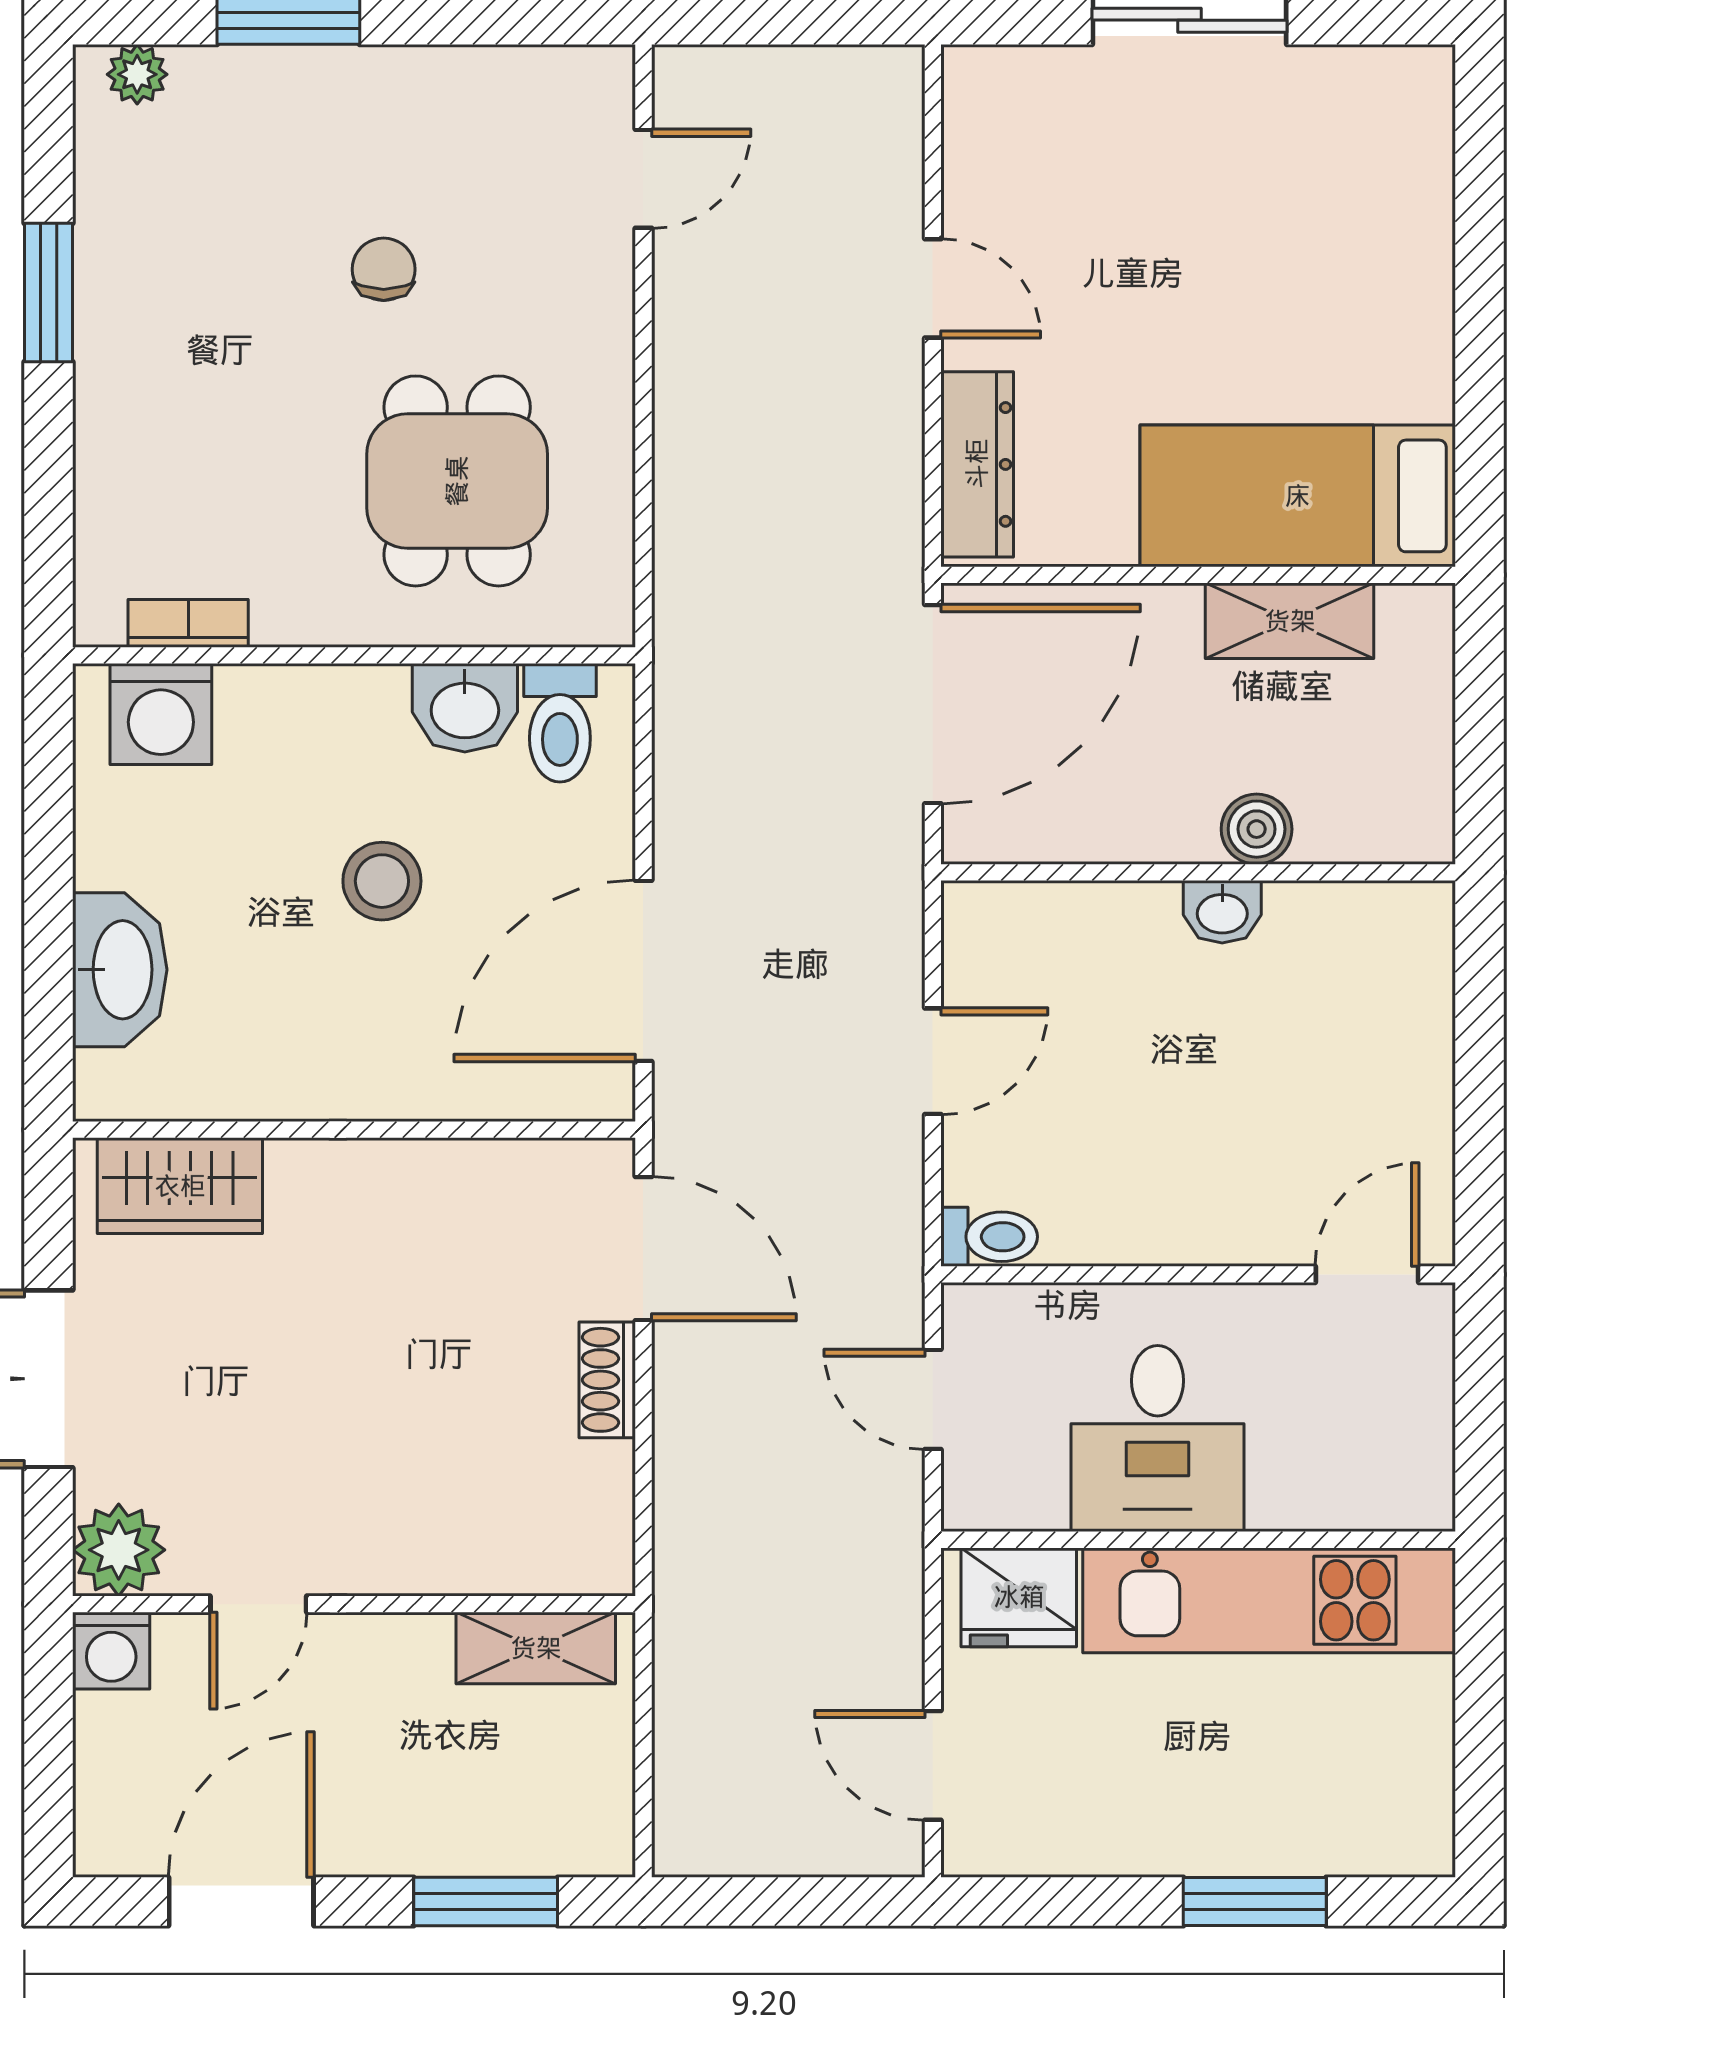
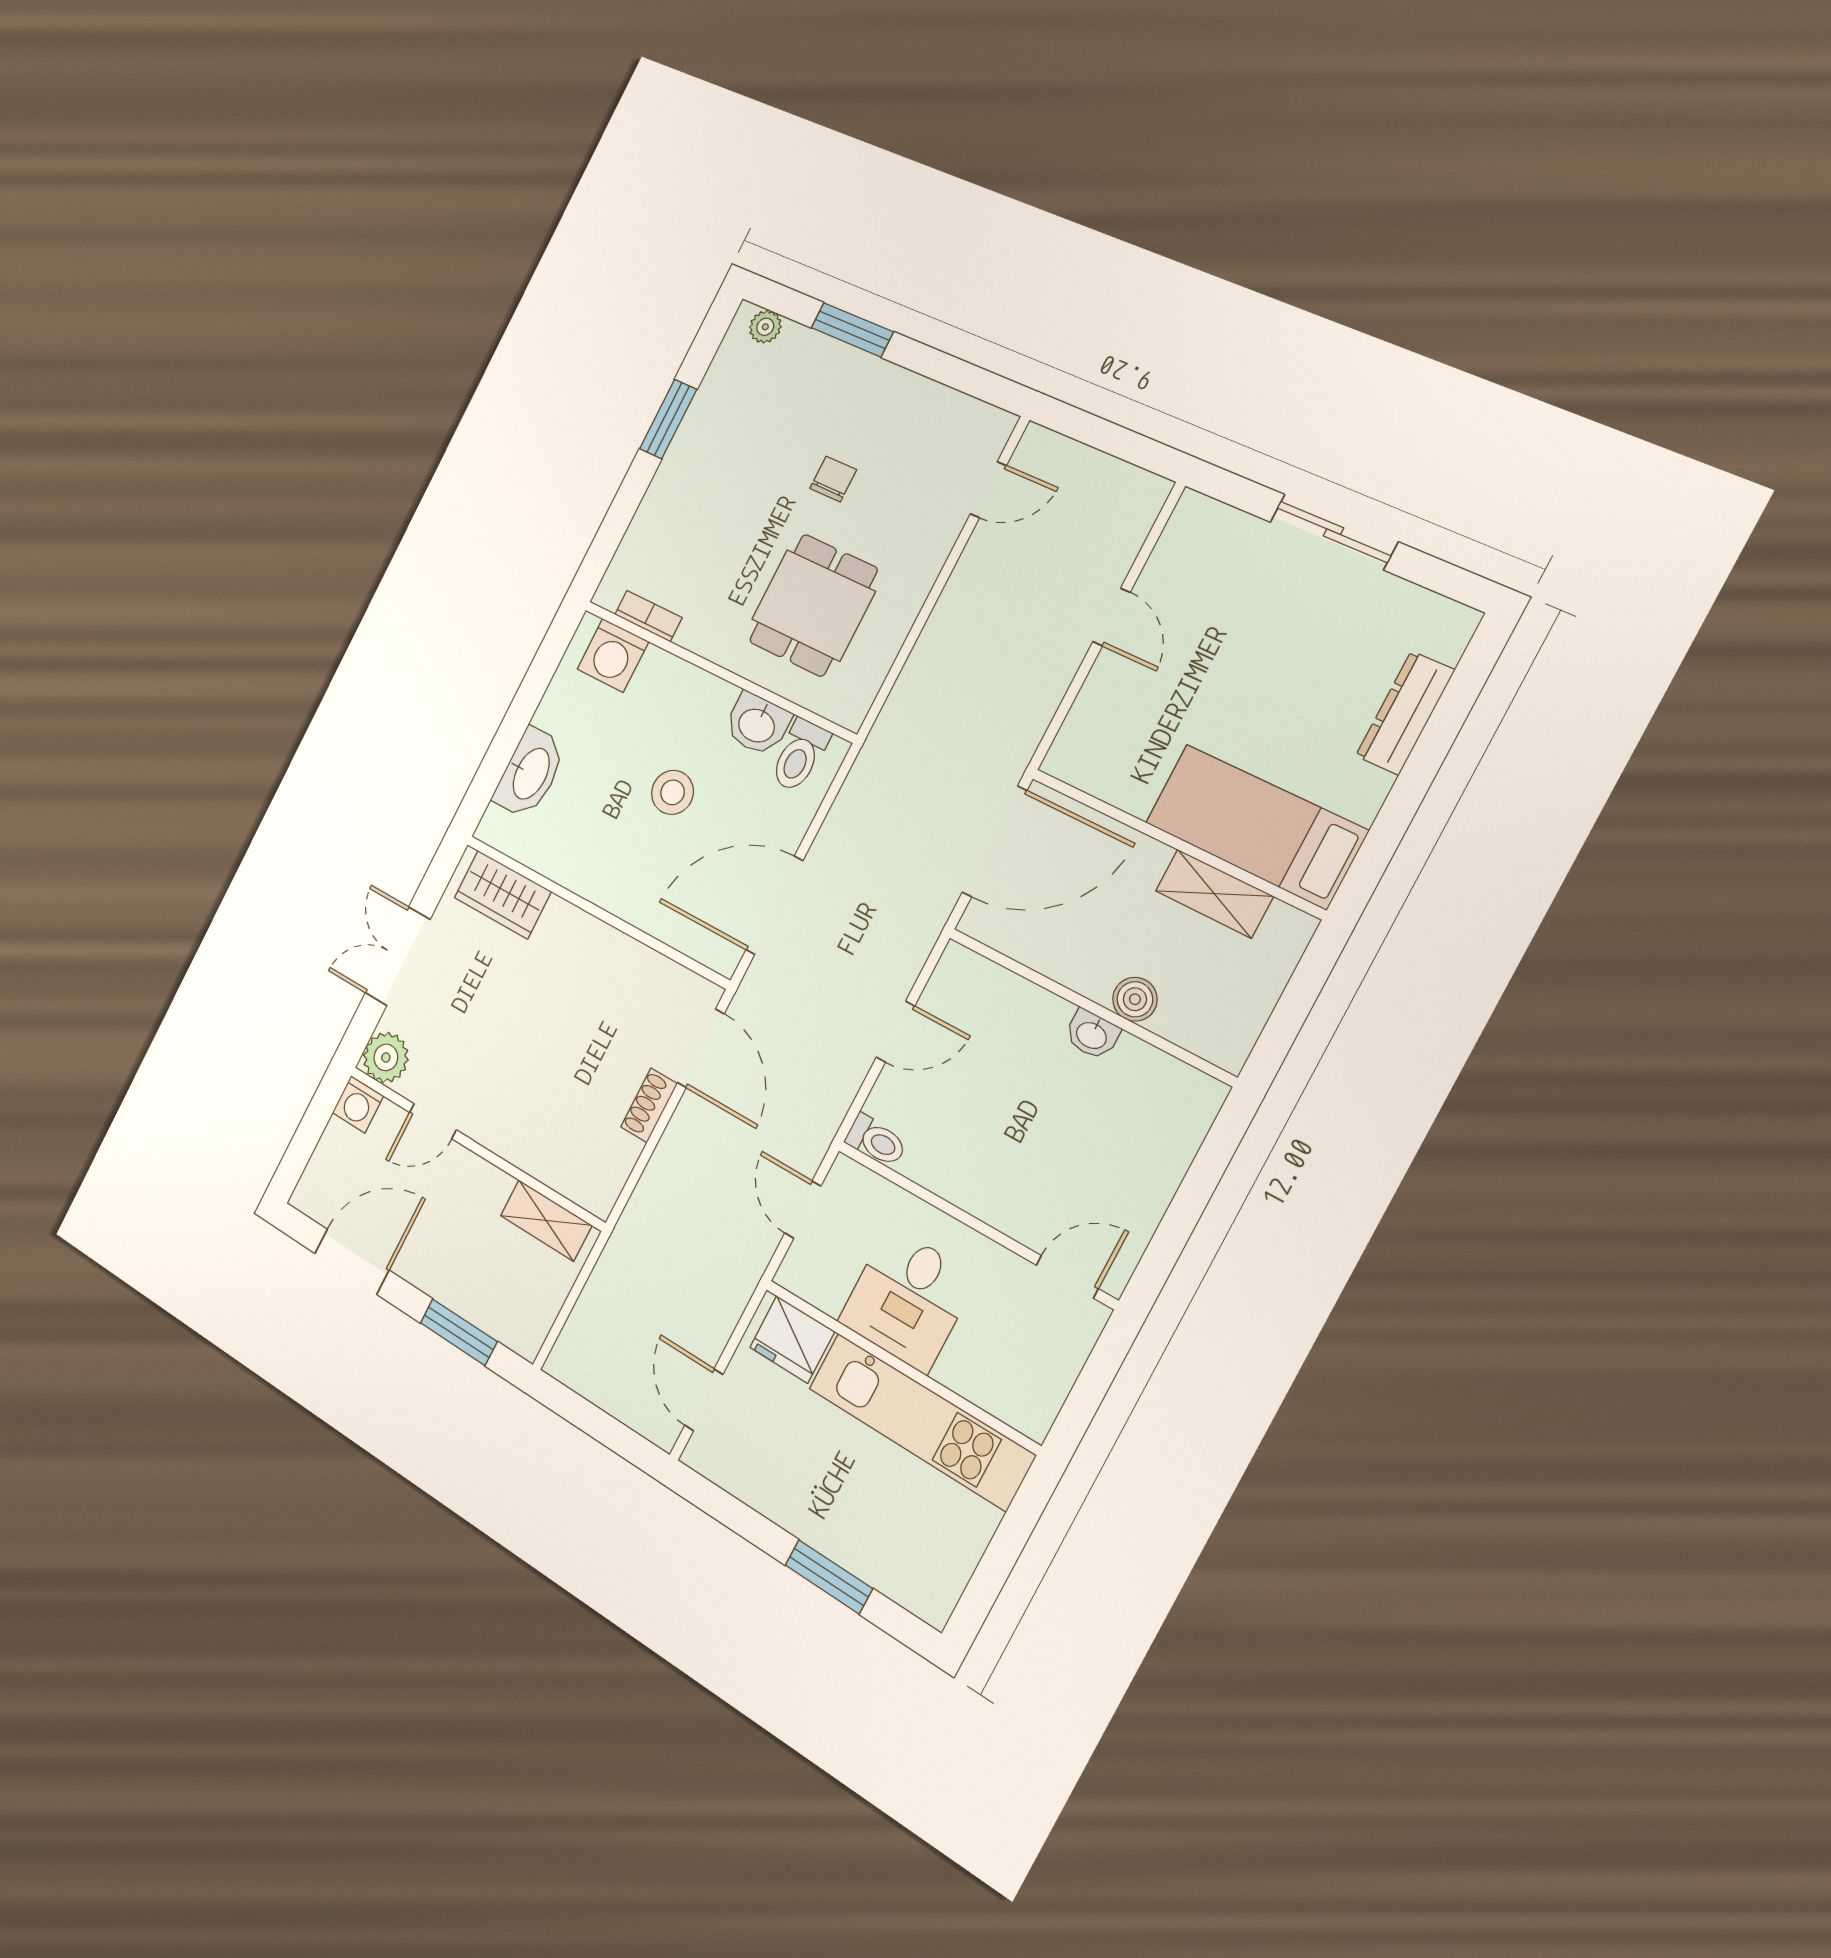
dresser: (977, 464) -> (1405, 713), moved, turned 180

